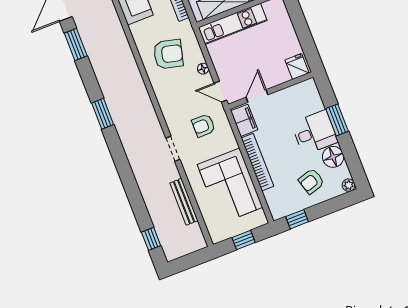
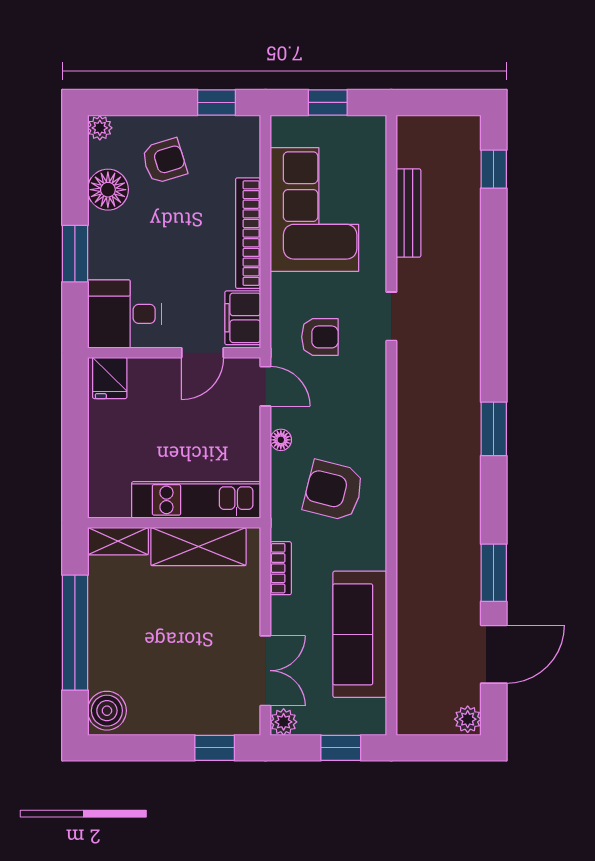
desk: (315, 132) -> (124, 314), moved

